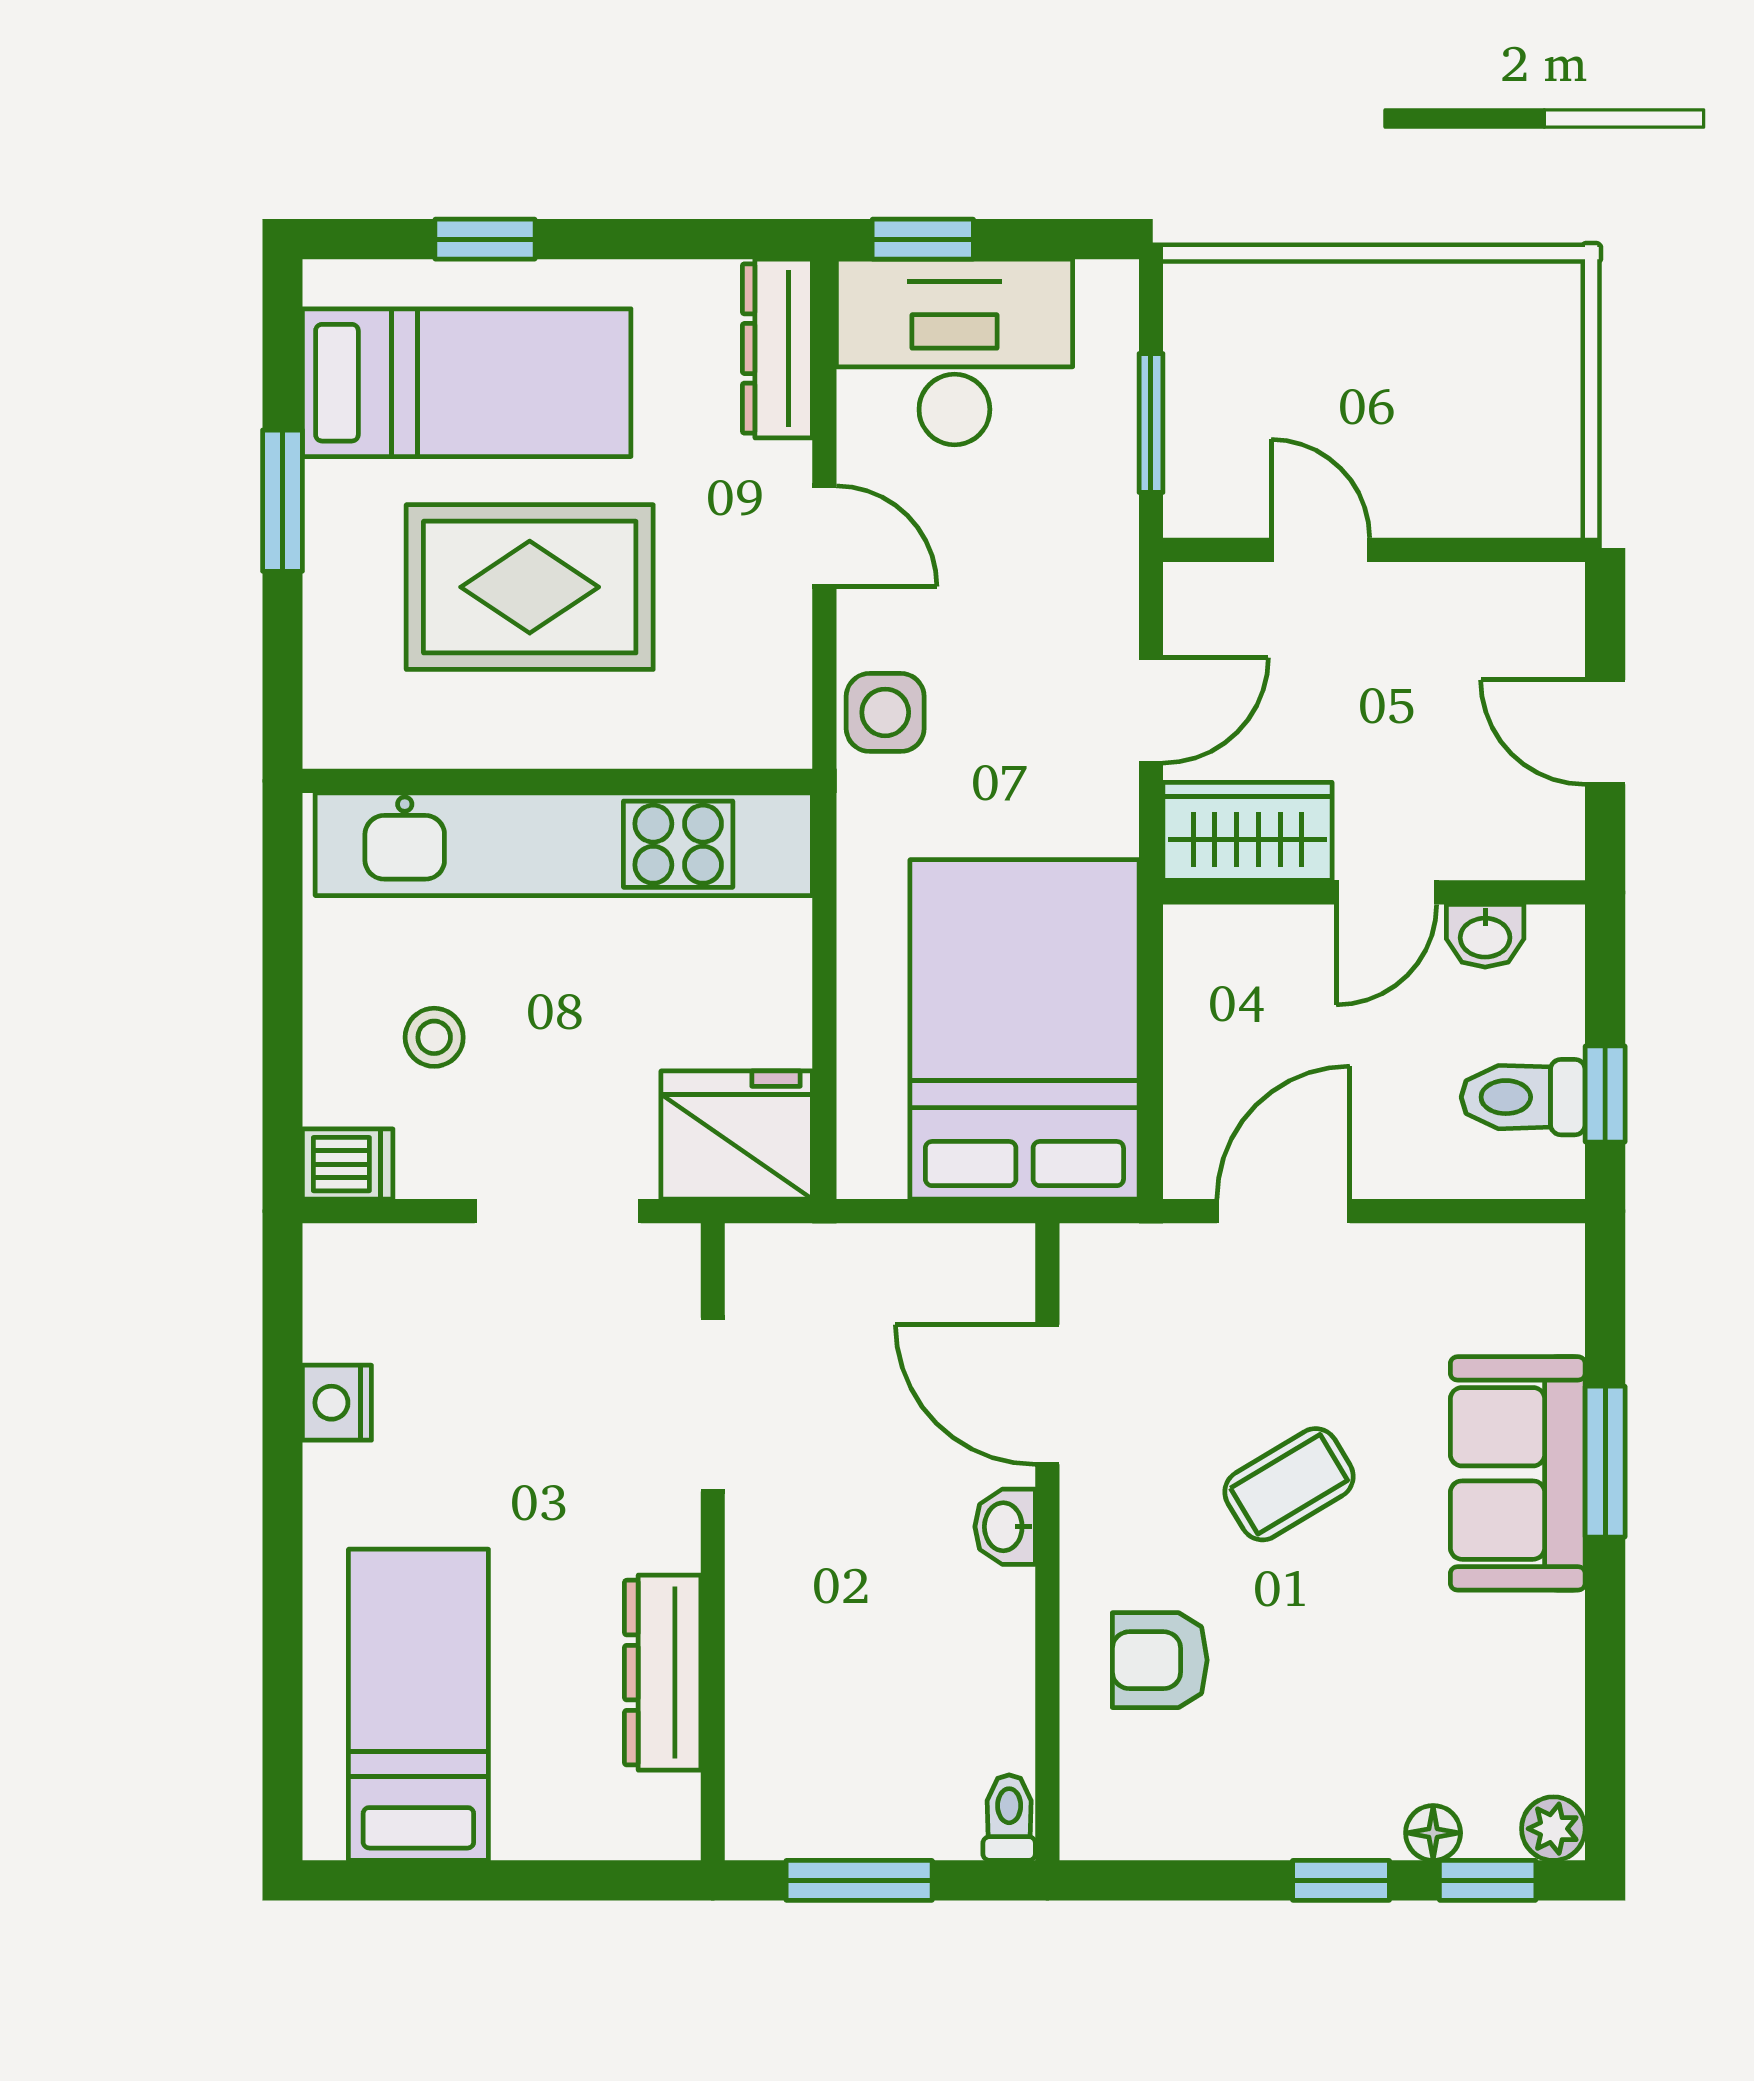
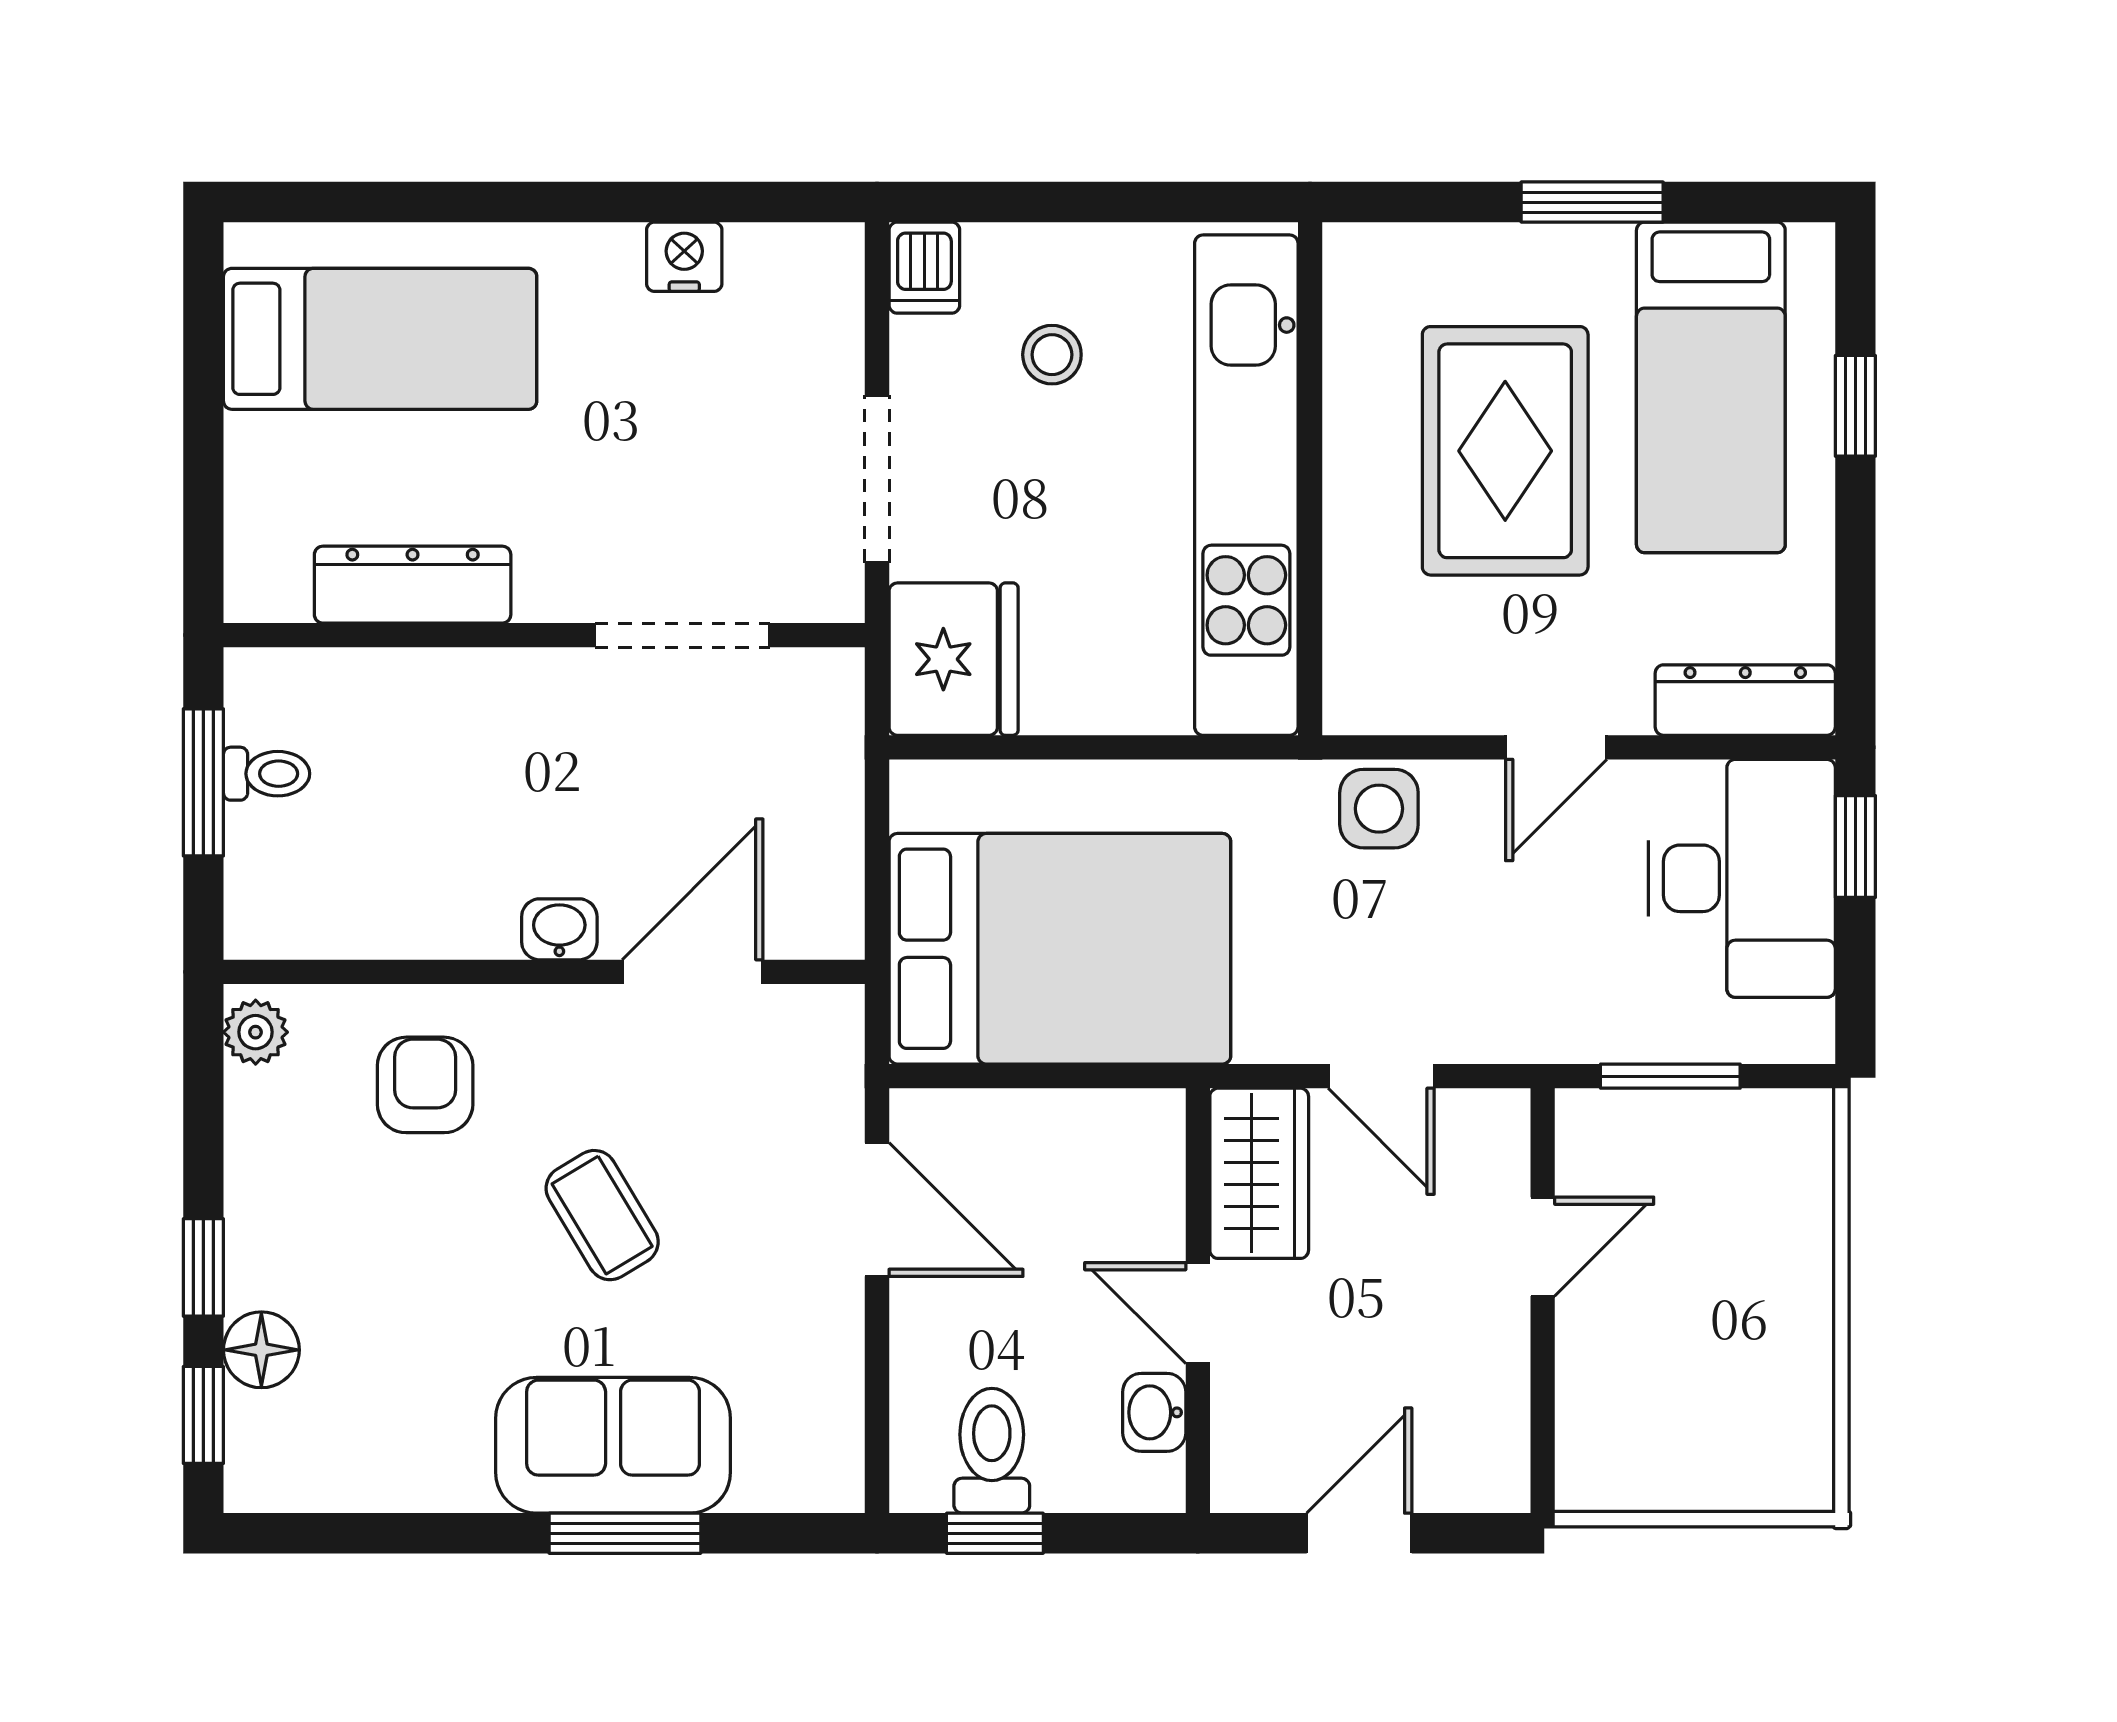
toilet: (1009, 1818) -> (267, 774), moved
plant: (1553, 1829) -> (256, 1032), moved
floor lamp: (1433, 1833) -> (261, 1350), width x1.37, depth x1.37

